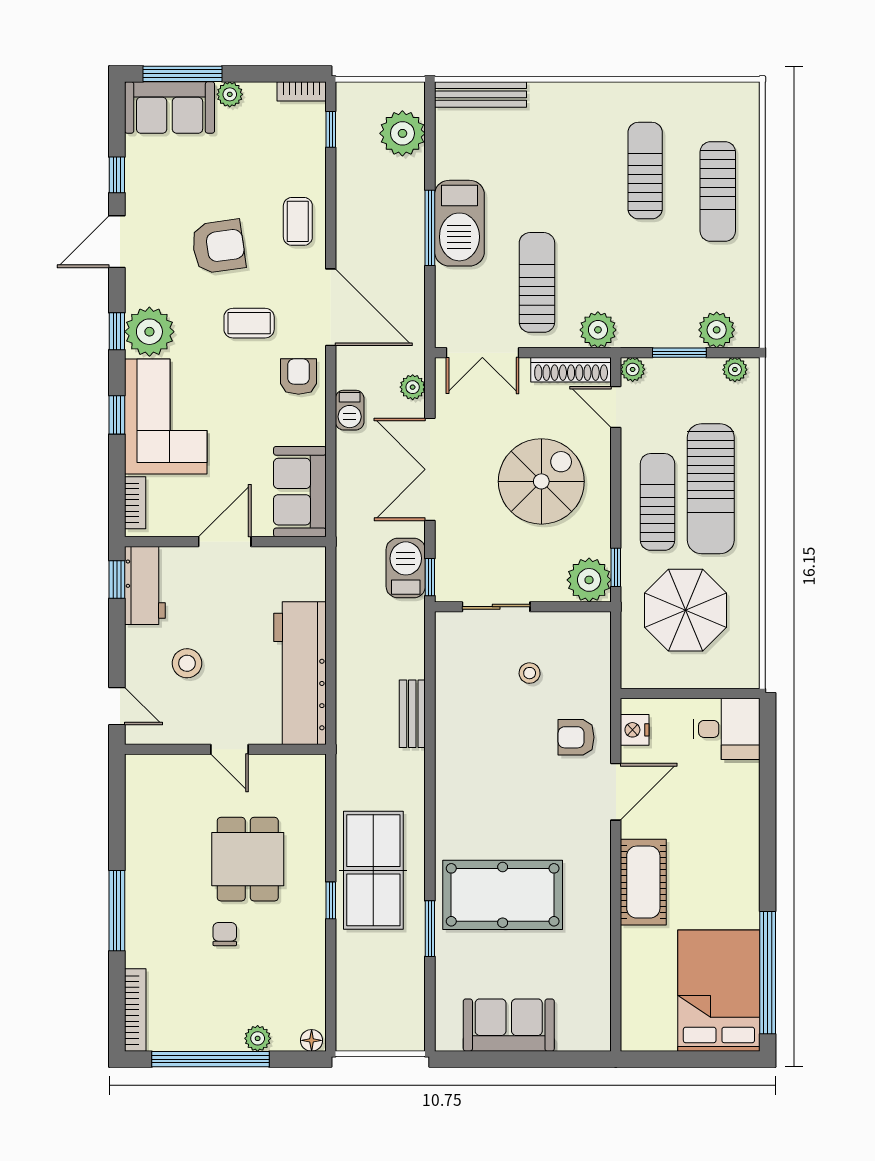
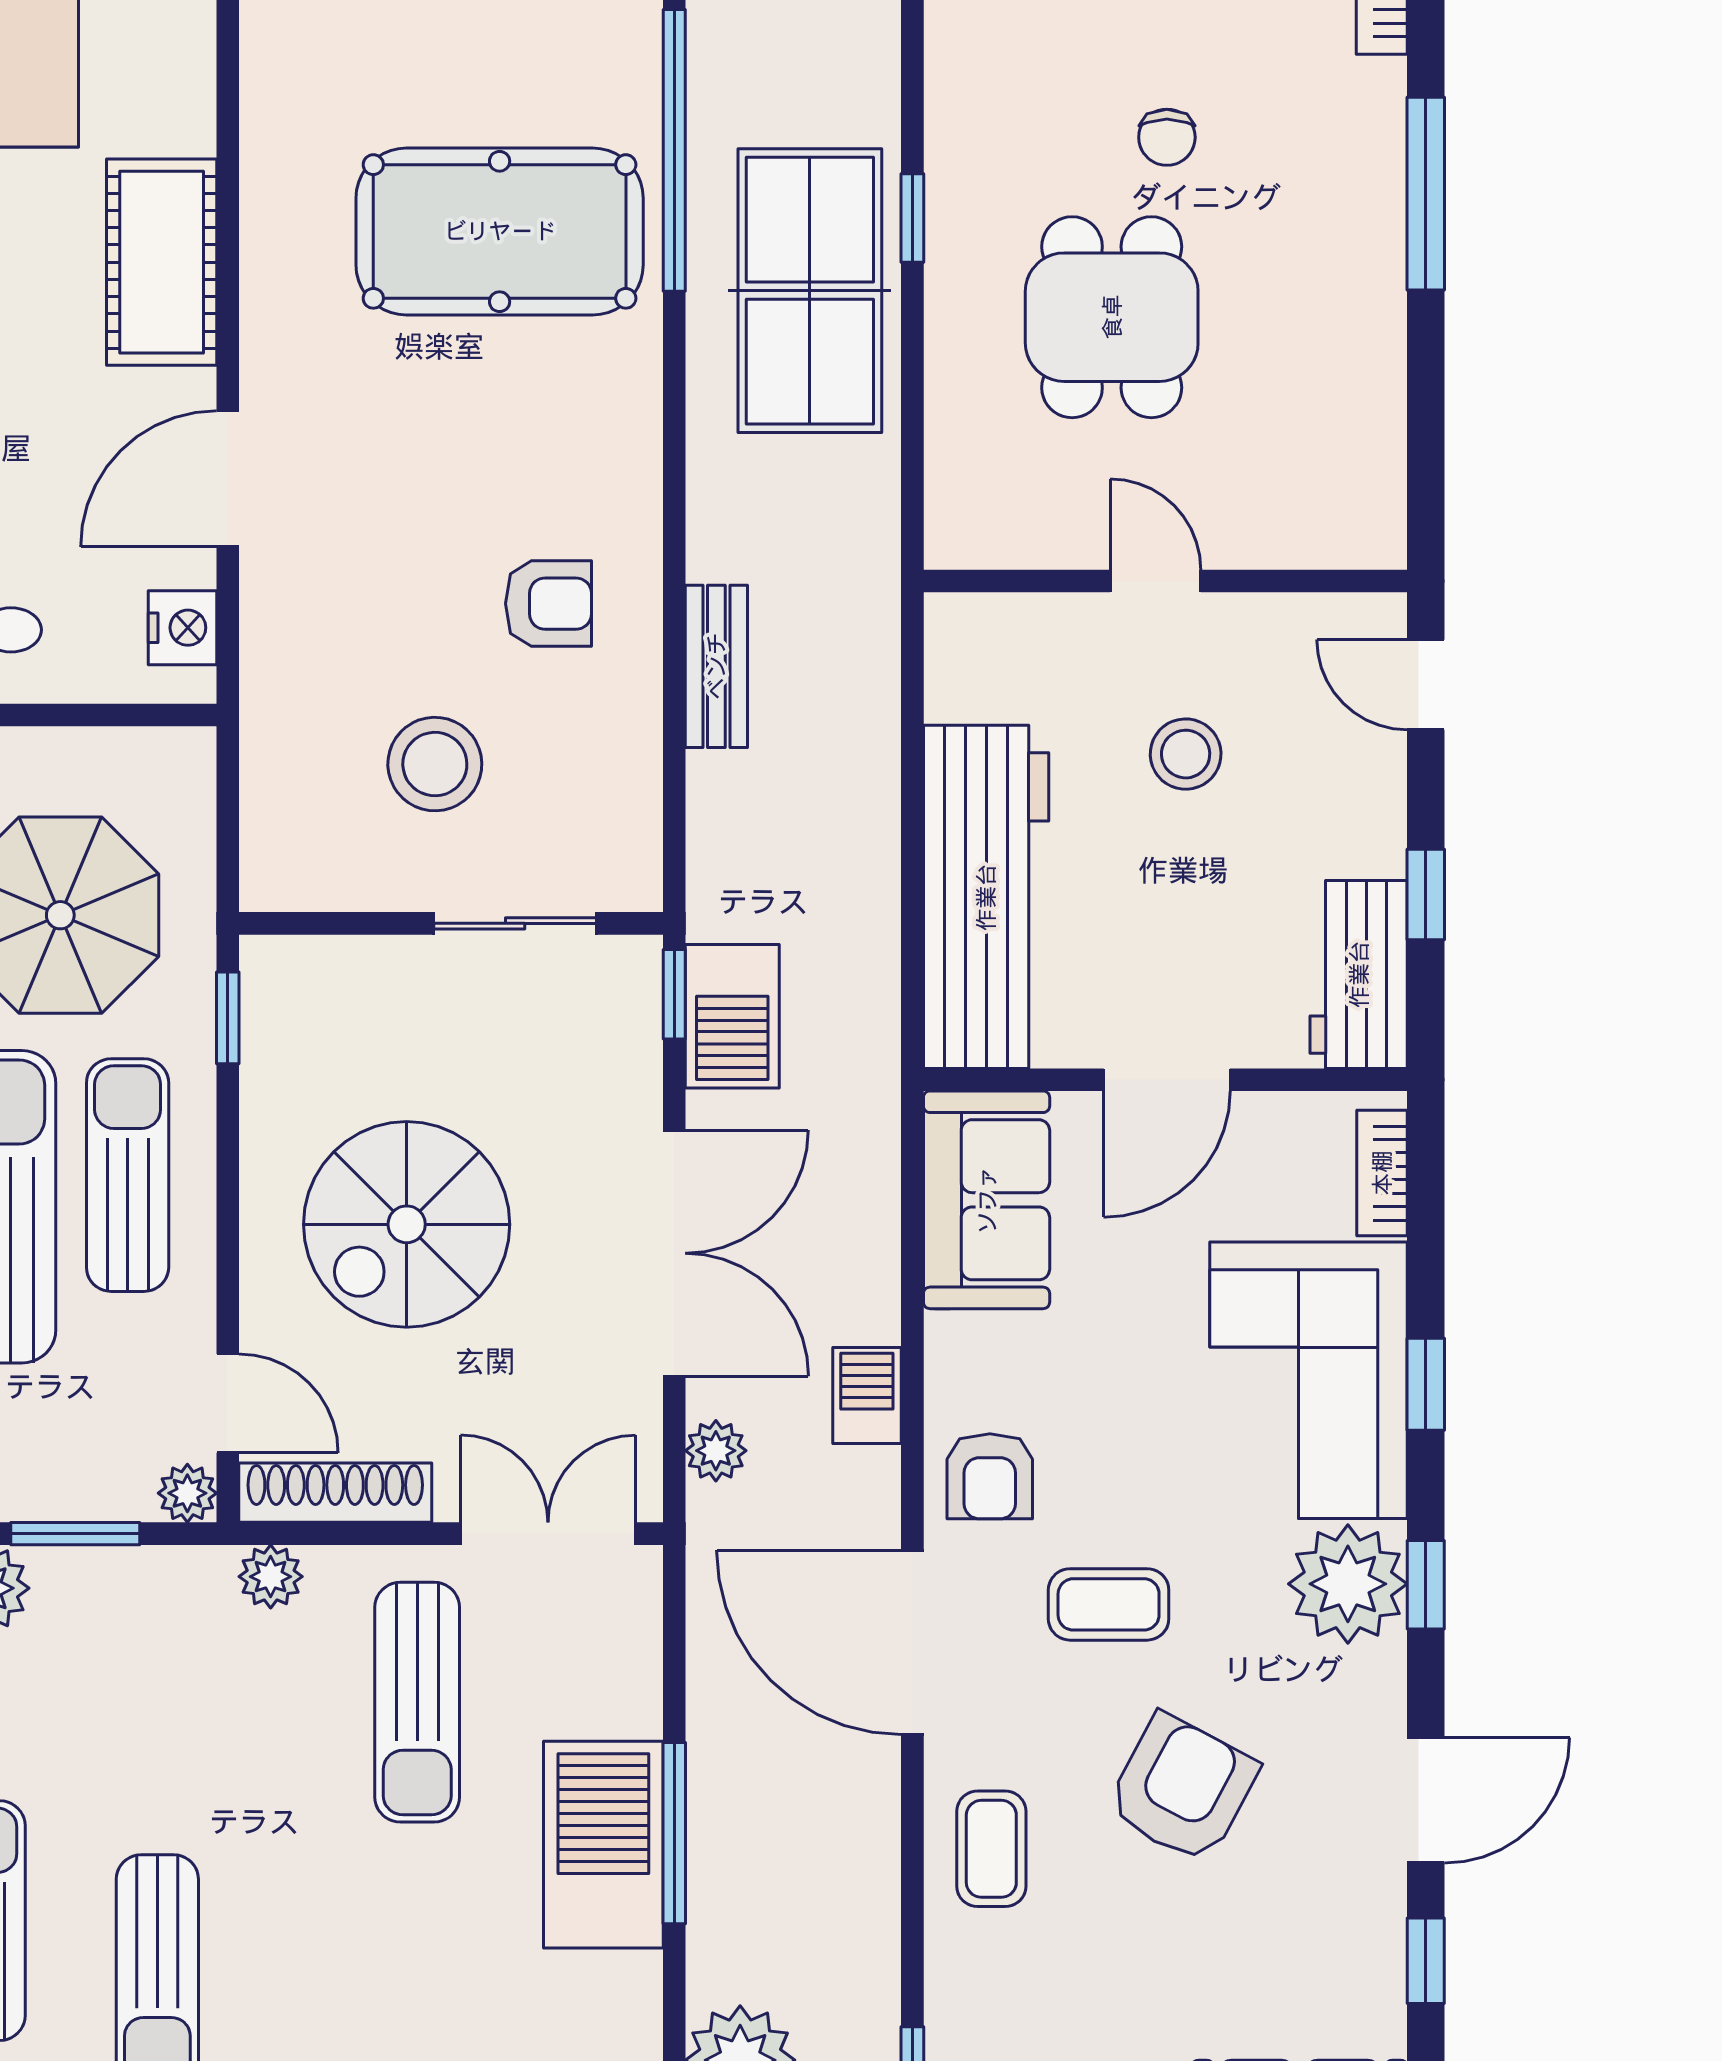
armchair: (218, 246) -> (1182, 1789), turned 126
plant: (598, 330) -> (271, 1577), width x0.73, depth x0.73
sun lounger: (658, 502) -> (128, 1175), turned 180
window: (117, 579) -> (1426, 895), moved
plant: (589, 580) -> (292, 988), removed
stool: (187, 663) -> (1186, 754), moved
workbench: (300, 673) -> (986, 897), moved
stool: (530, 673) -> (435, 764), width x1.89, depth x1.89
armchair: (576, 737) -> (548, 604), moved
window: (430, 929) -> (674, 150), width x2.11

